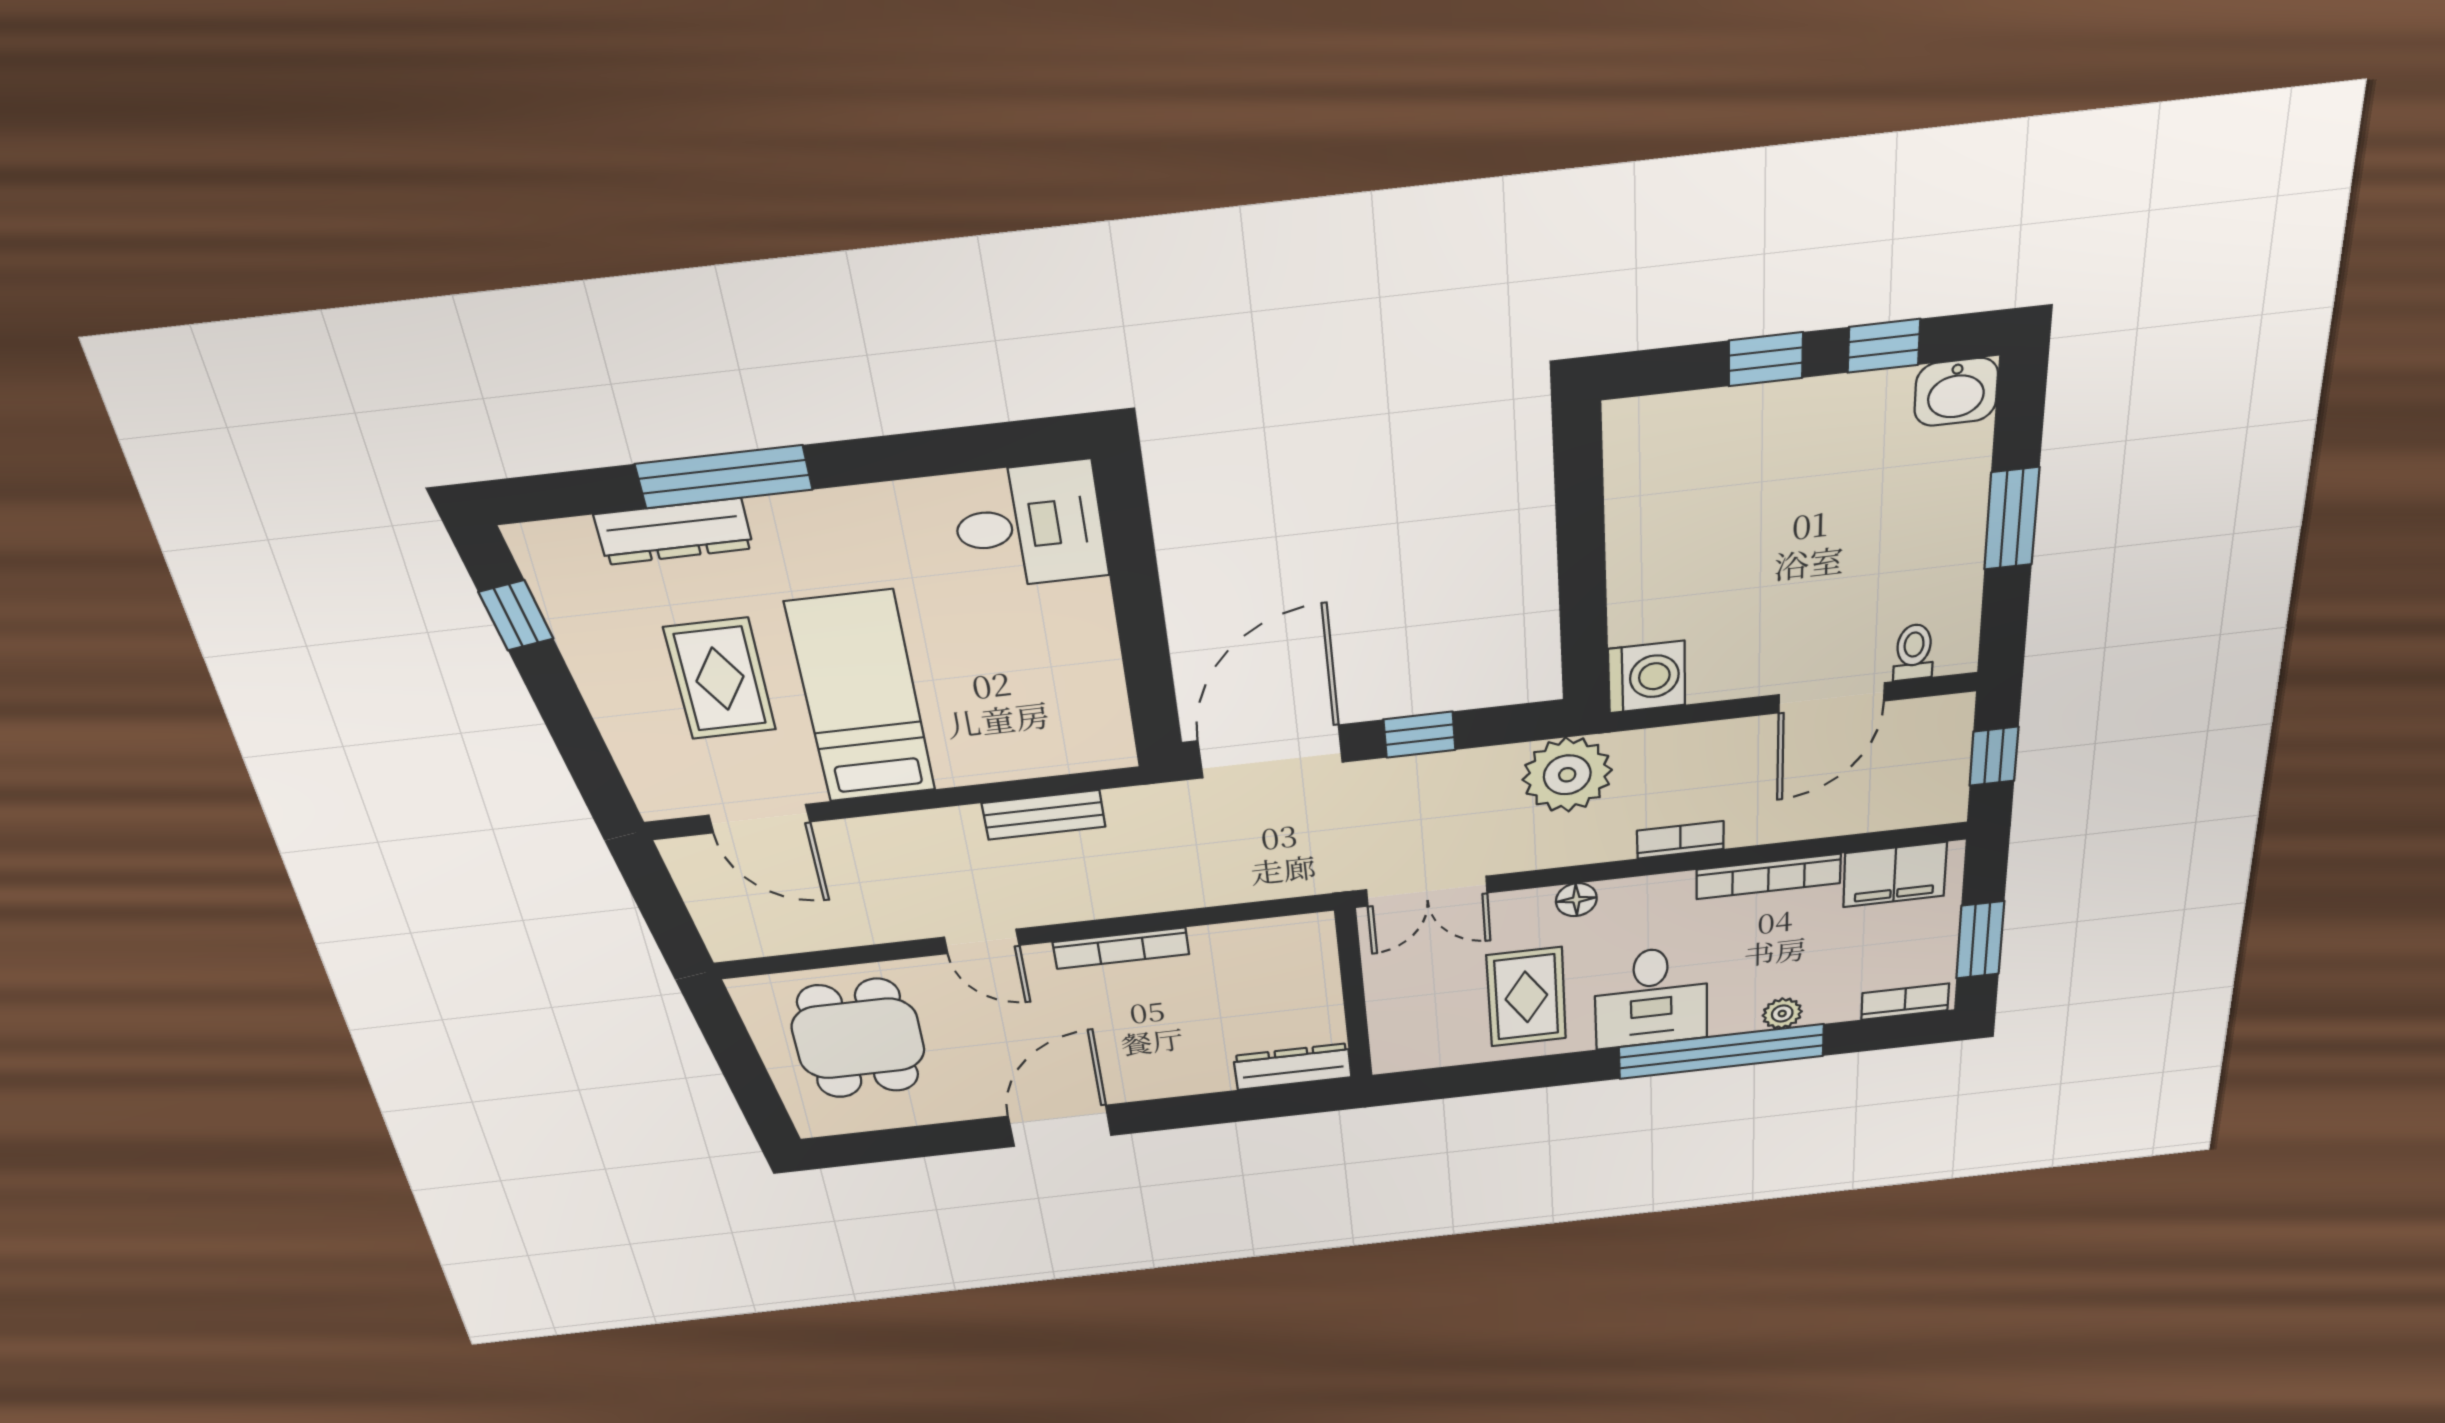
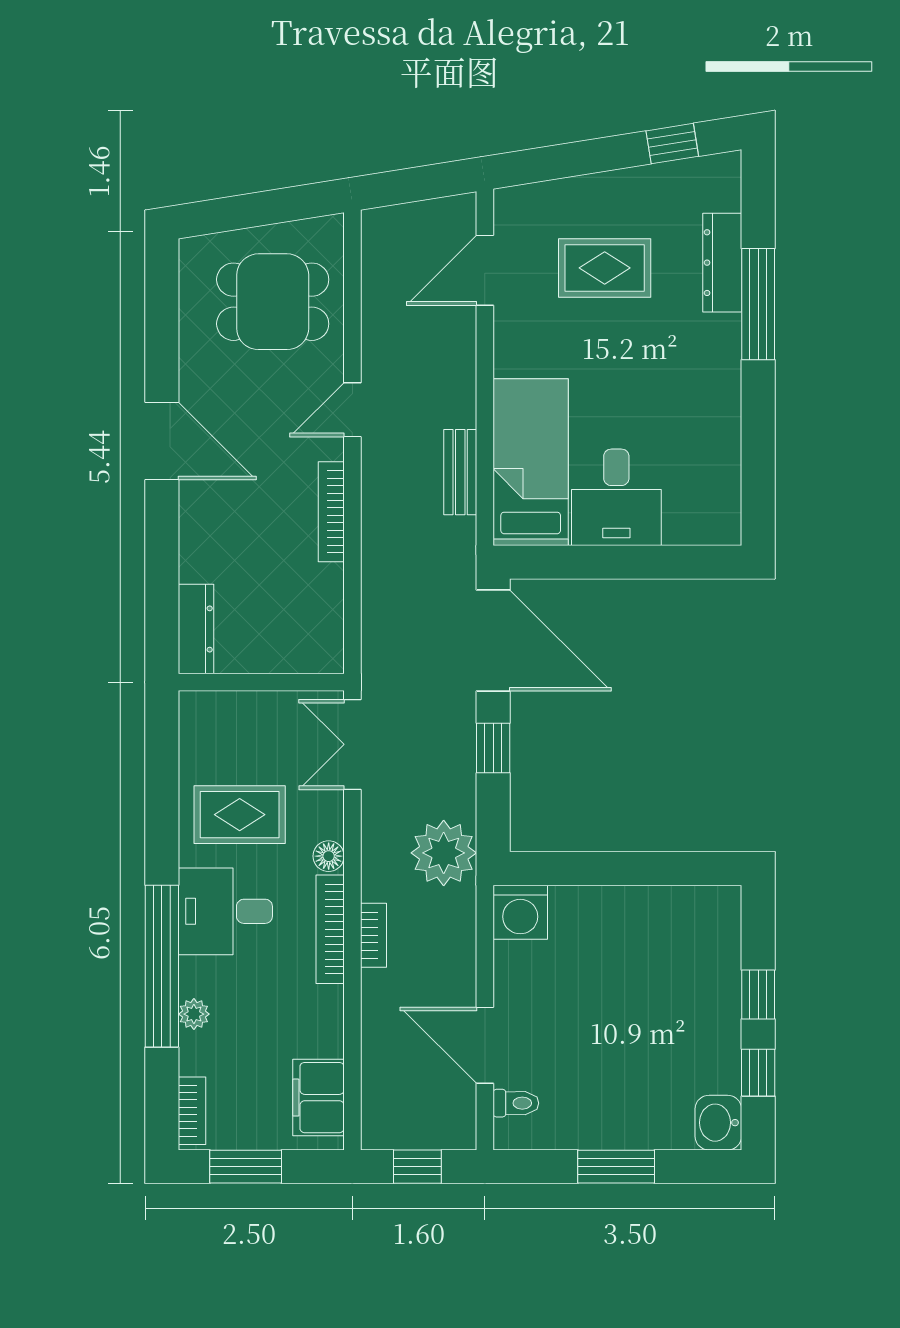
desk: (1029, 525) -> (616, 497), moved
bed: (861, 698) -> (531, 462), moved, turned -90
bookcase: (1768, 876) -> (330, 929), moved

